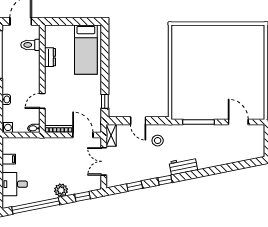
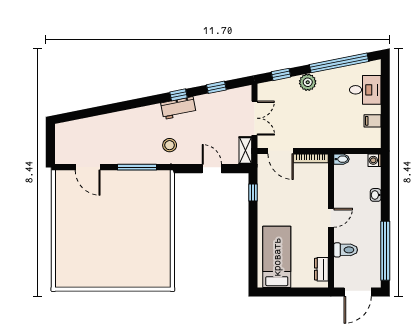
toilet: (30, 45) -> (346, 250), moved
dresser: (50, 57) -> (321, 269), moved
door: (42, 101) -> (331, 218), moved
stool: (158, 141) -> (170, 145), moved
workbench: (183, 166) -> (178, 108), moved

